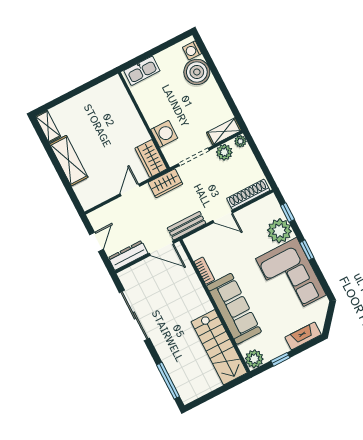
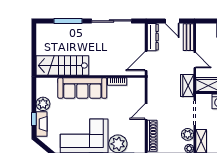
bench: (187, 226) -> (188, 37), moved
plant: (254, 359) -> (43, 104), moved
window: (280, 359) -> (34, 119), moved
window: (168, 381) -> (68, 21), moved

